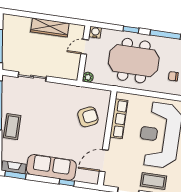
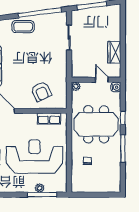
wardrobe: (50, 27) -> (114, 52), width x0.67
meeting table: (134, 61) -> (96, 124), turned 90
row of seats: (119, 119) -> (49, 119), width x0.68

